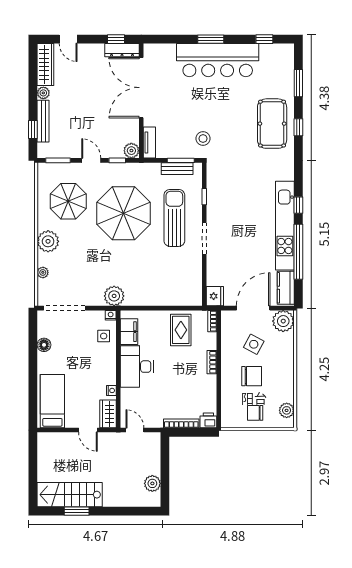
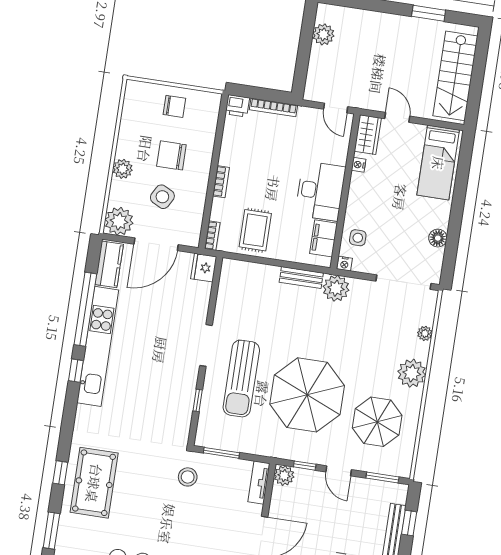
bench: (177, 169) -> (301, 278), moved
plant: (287, 410) -> (123, 169), moved
stairs: (70, 495) -> (455, 76), moved, turned 90

